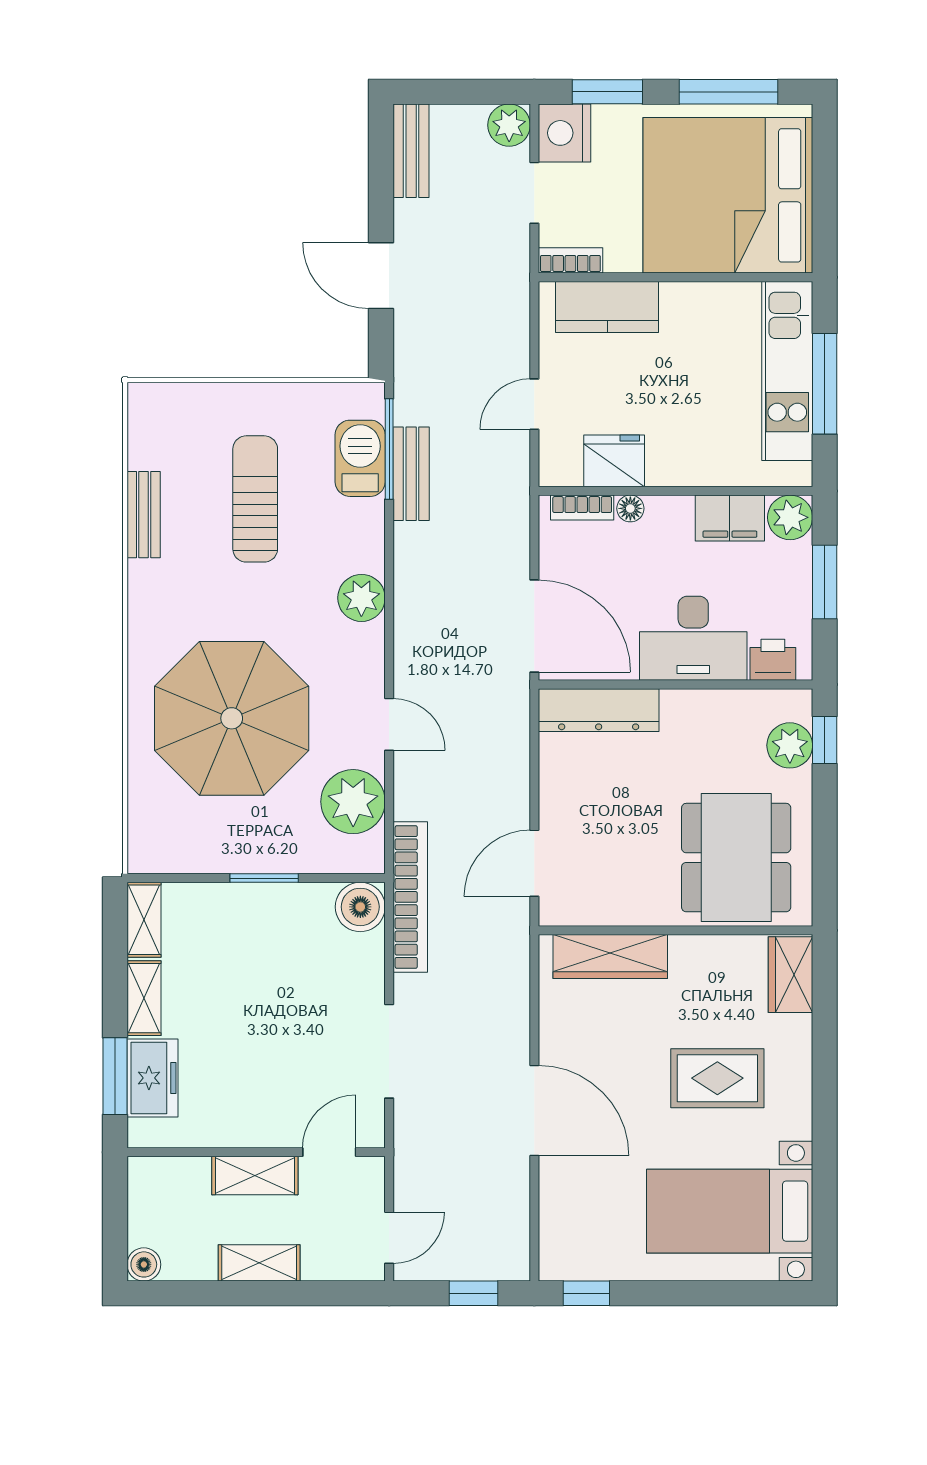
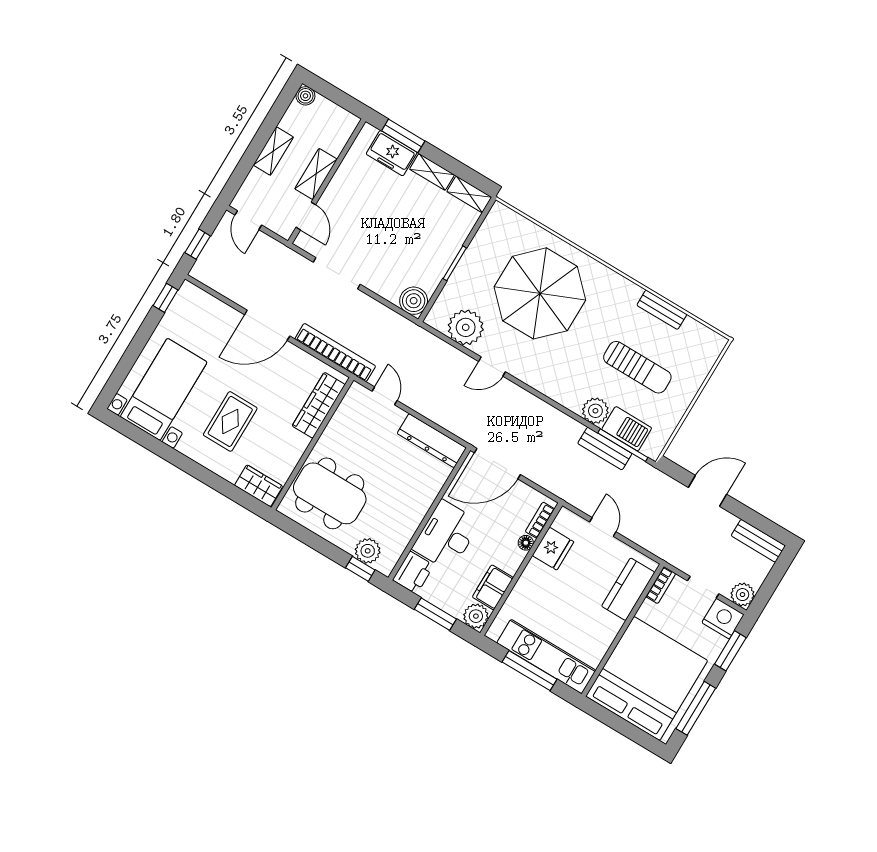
plant: (361, 598) -> (595, 411), moved
printer: (773, 660) -> (413, 573), width x1.36, depth x1.24
dresser: (599, 710) -> (432, 441), moved, turned -90
door: (534, 863) -> (385, 396), width x0.73
bookcase: (410, 897) -> (335, 352), moved, turned 180

